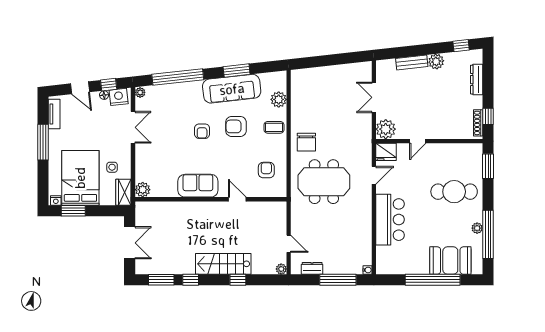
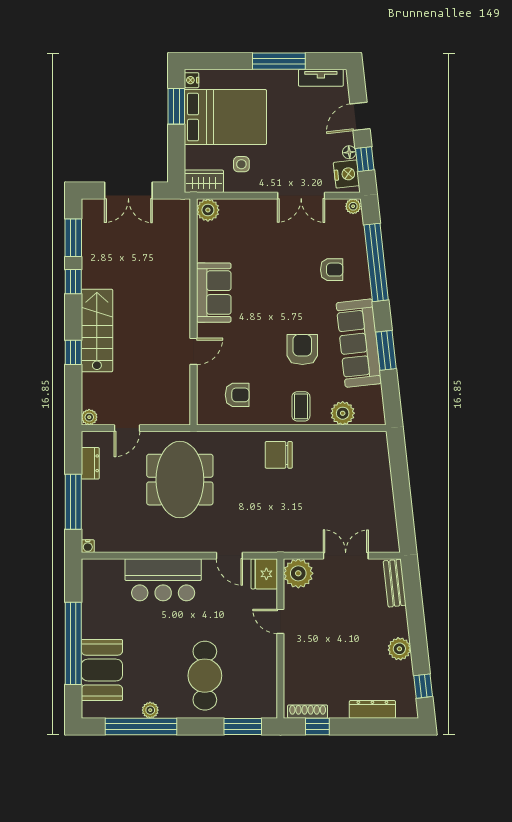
bench: (412, 63) -> (395, 583), moved
armchair: (202, 131) -> (332, 270), moved, turned 180
meeting table: (324, 182) -> (180, 480), moved

